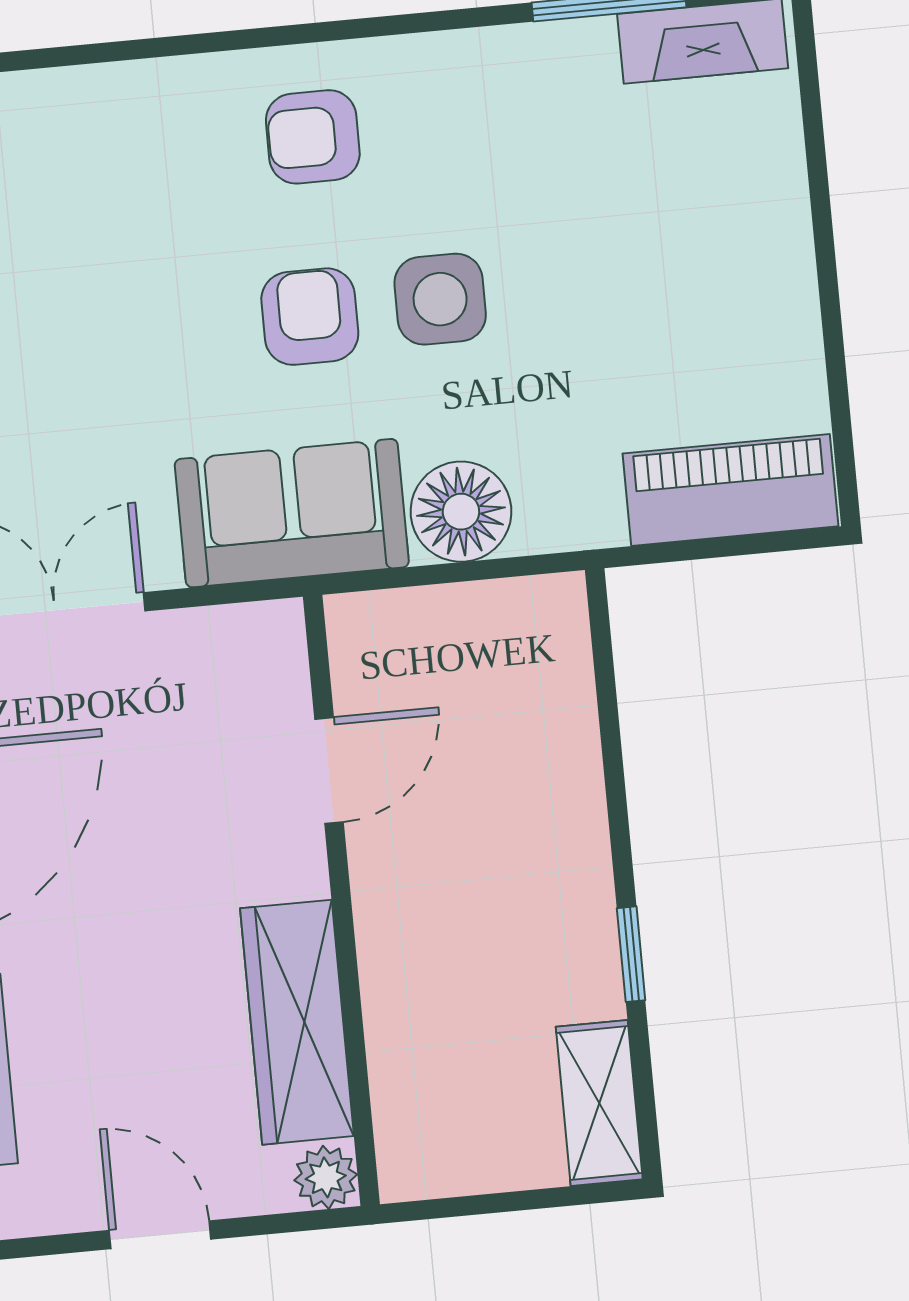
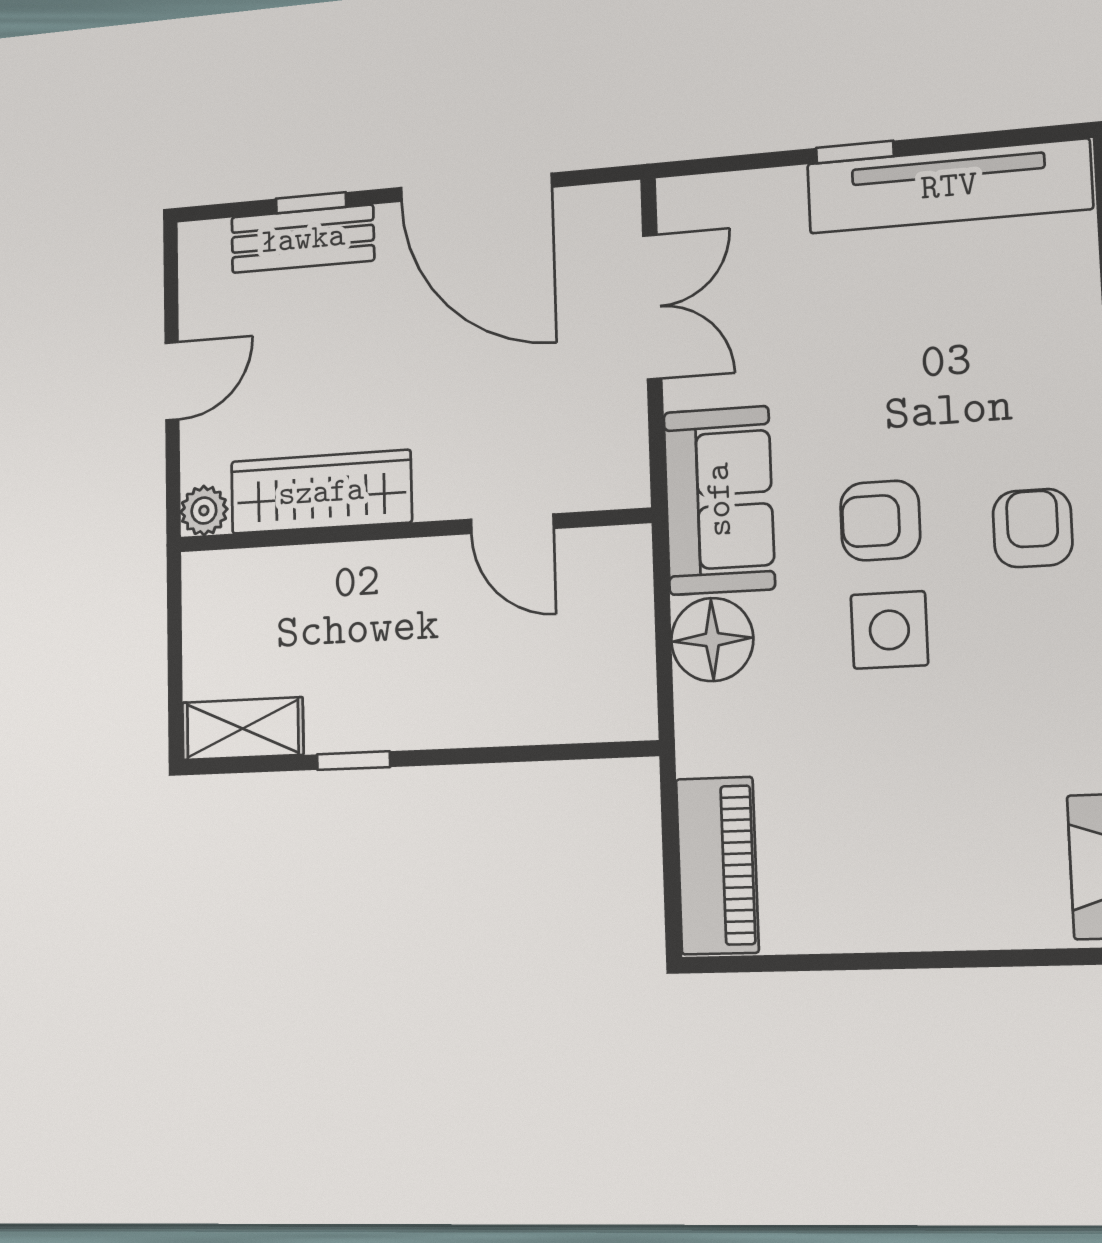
armchair: (310, 317) -> (880, 521), turned 180

